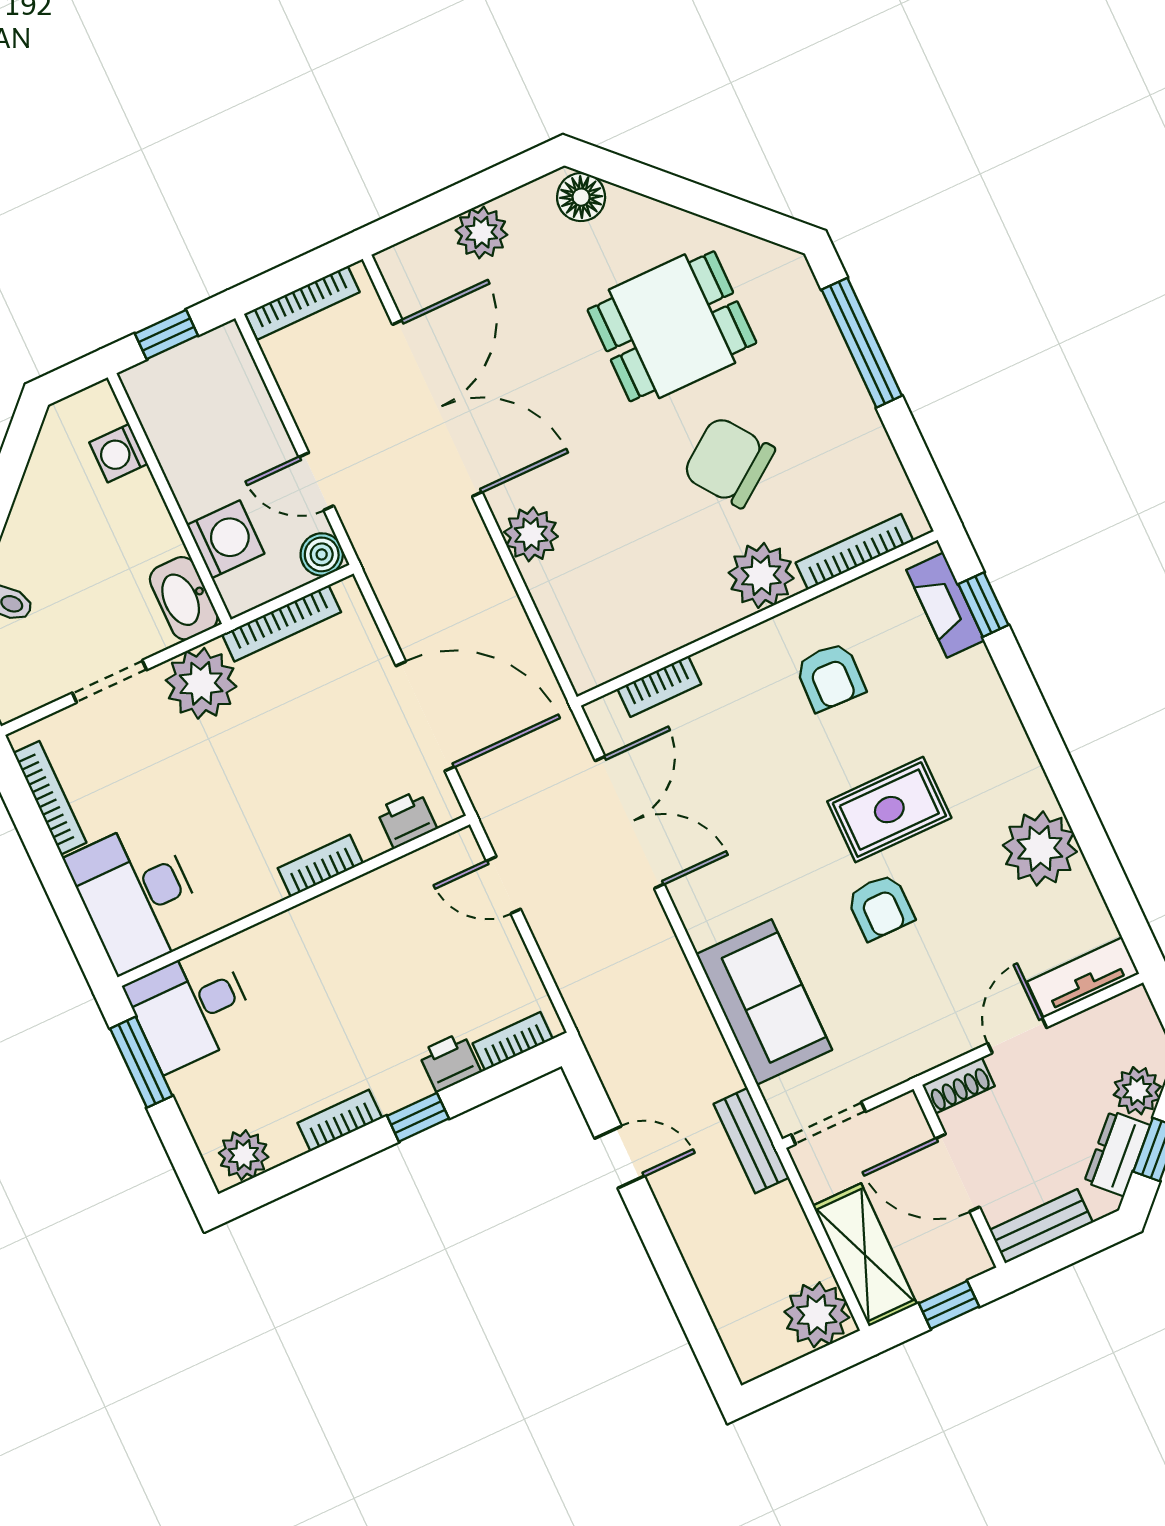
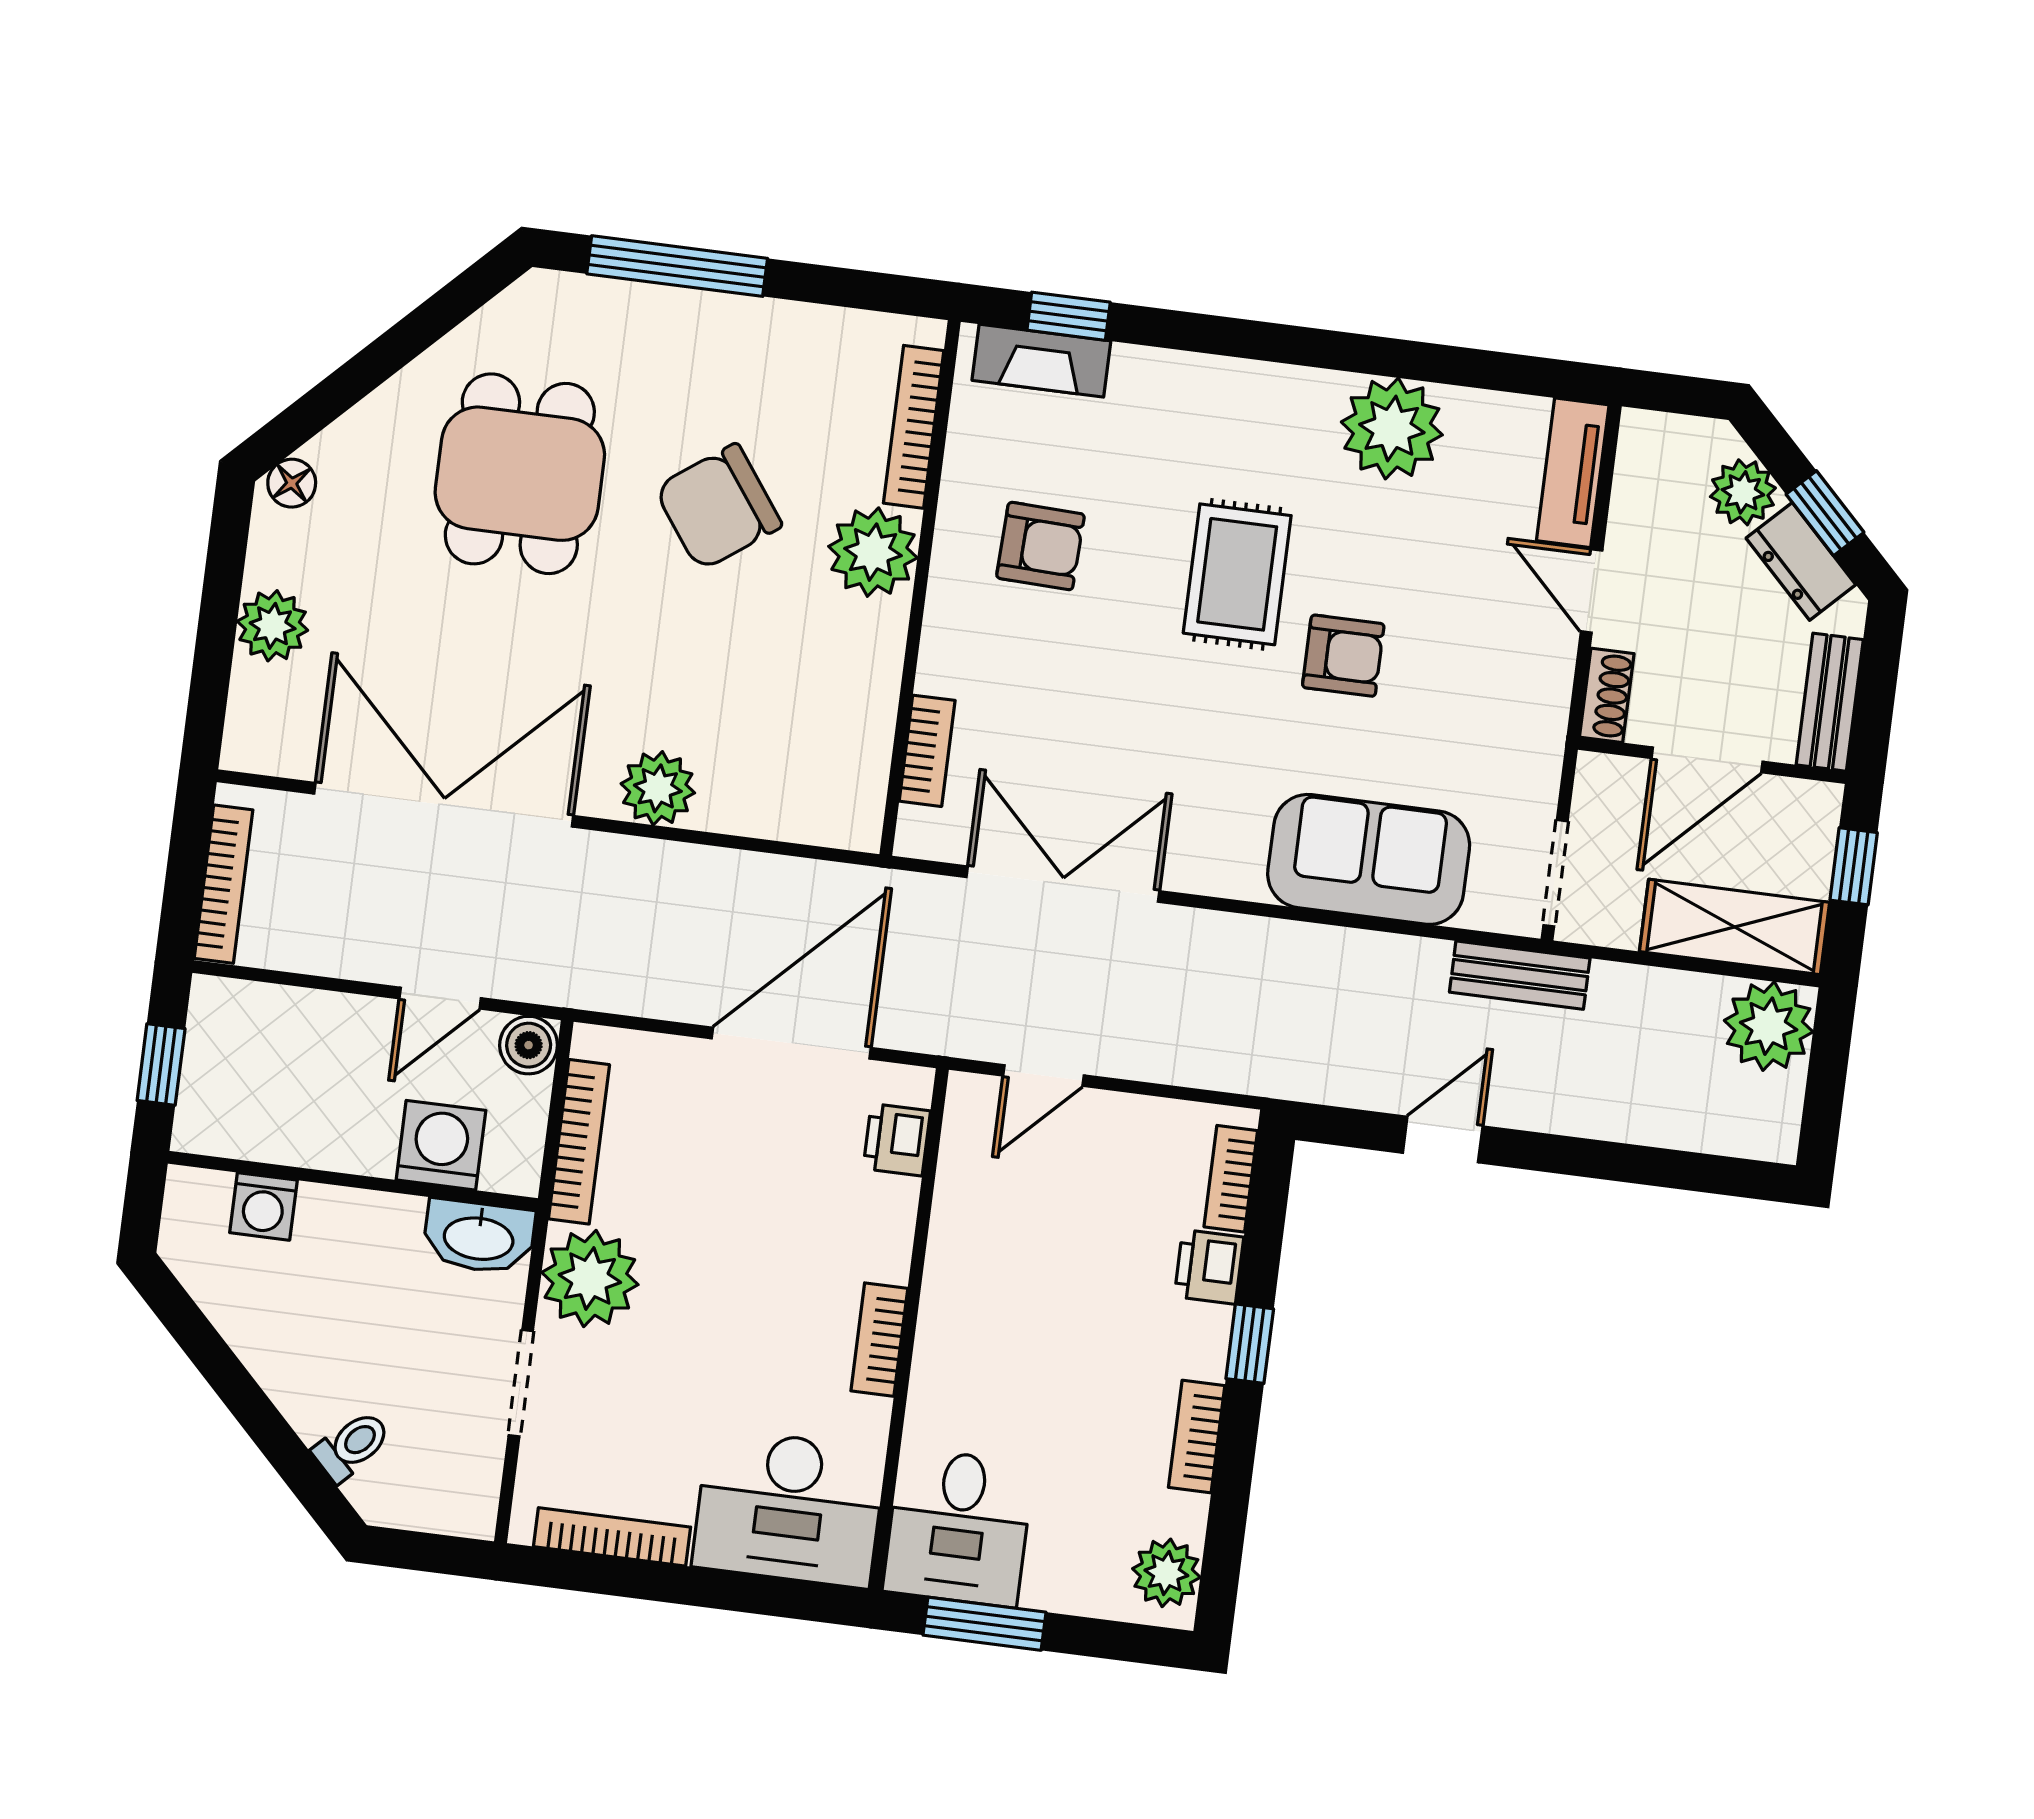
floor lamp: (581, 197) -> (292, 483), width x0.73, depth x0.73
bookcase: (320, 866) -> (879, 1340), moved

